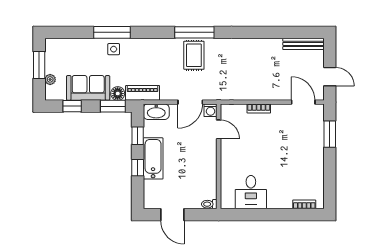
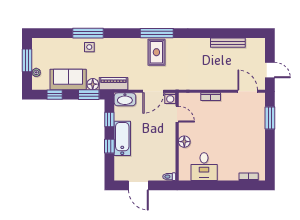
bench: (303, 44) -> (228, 43), moved
floor lamp: (227, 162) -> (184, 142), added

